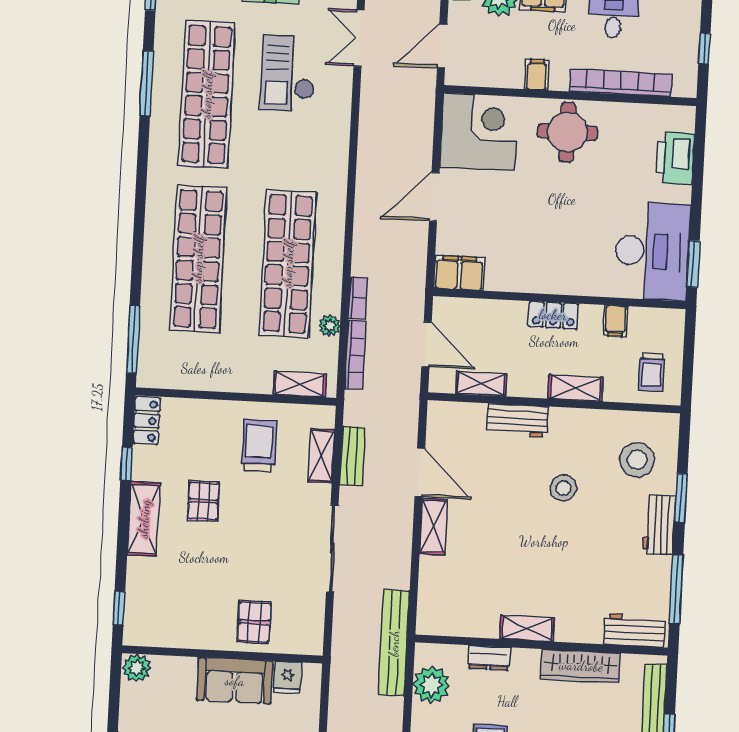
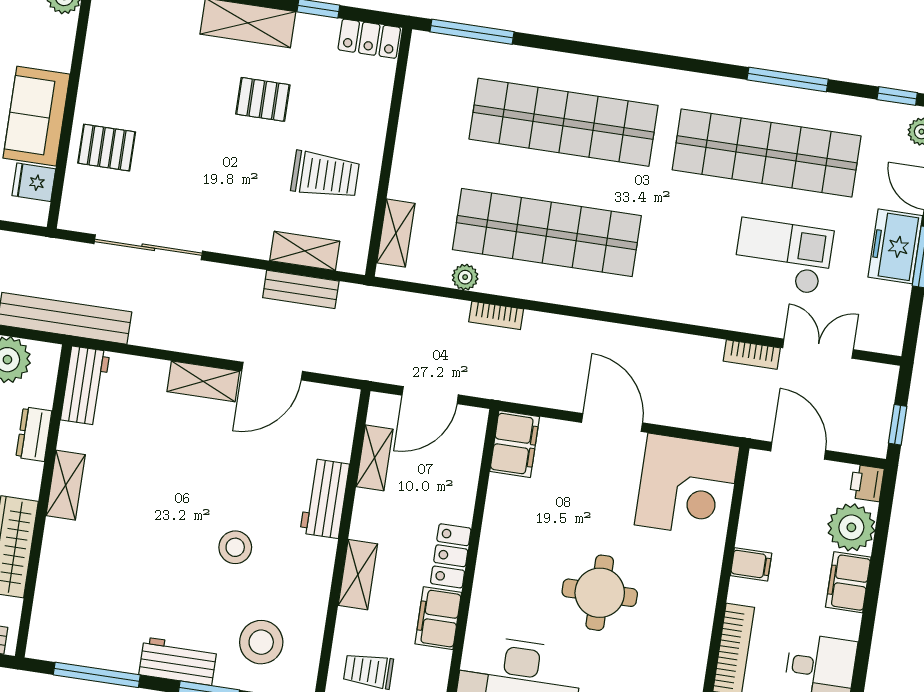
round table: (567, 132) -> (600, 593), moved
filing cabinet: (616, 321) -> (438, 618), width x2.00
bookcase: (355, 355) -> (752, 355), moved, width x0.64
sliding door: (332, 548) -> (148, 247), moved
workbench: (635, 630) -> (85, 386), moved

